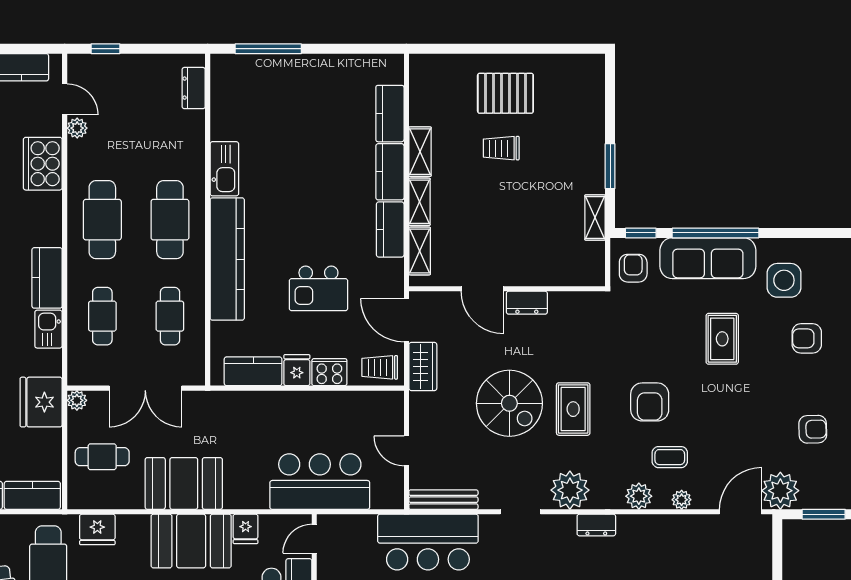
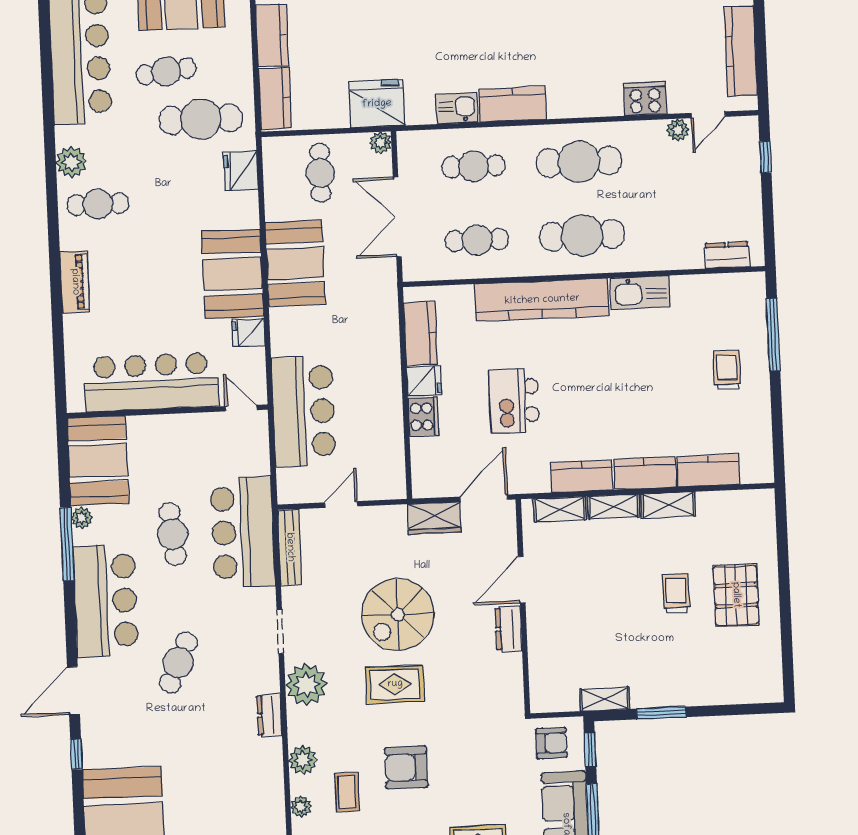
cooker: (43, 164) -> (645, 99), width x0.73, depth x0.76
trolley: (380, 367) -> (727, 370), moved

